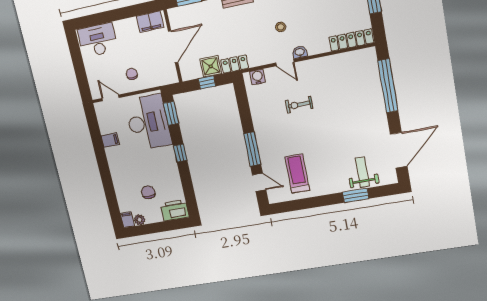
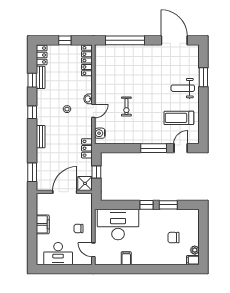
filing cabinet: (150, 22) -> (43, 224), moved
desk: (98, 40) -> (58, 254), moved, turned -90
door: (173, 47) -> (65, 192), hinge flipped
shower: (211, 66) -> (85, 183), moved
door: (111, 98) -> (93, 250), hinge flipped
window: (171, 113) -> (168, 205), moved
weight bench: (362, 172) -> (183, 88), moved
printer: (175, 210) -> (192, 220), removed

